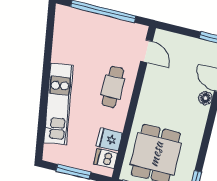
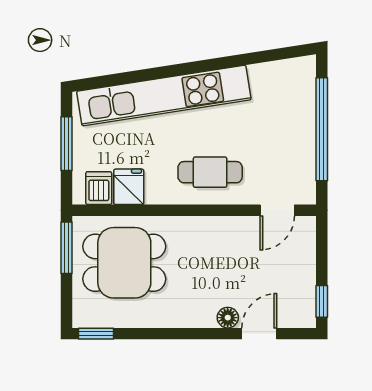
kitchen unit: (58, 104) -> (164, 95), width x1.36

